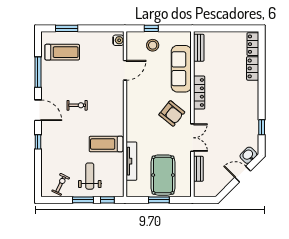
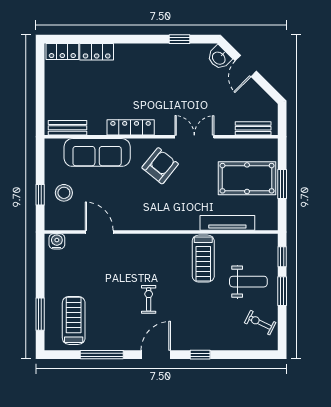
bench: (198, 169) -> (253, 128), moved
weight bench: (90, 176) -> (248, 282), turned 180

